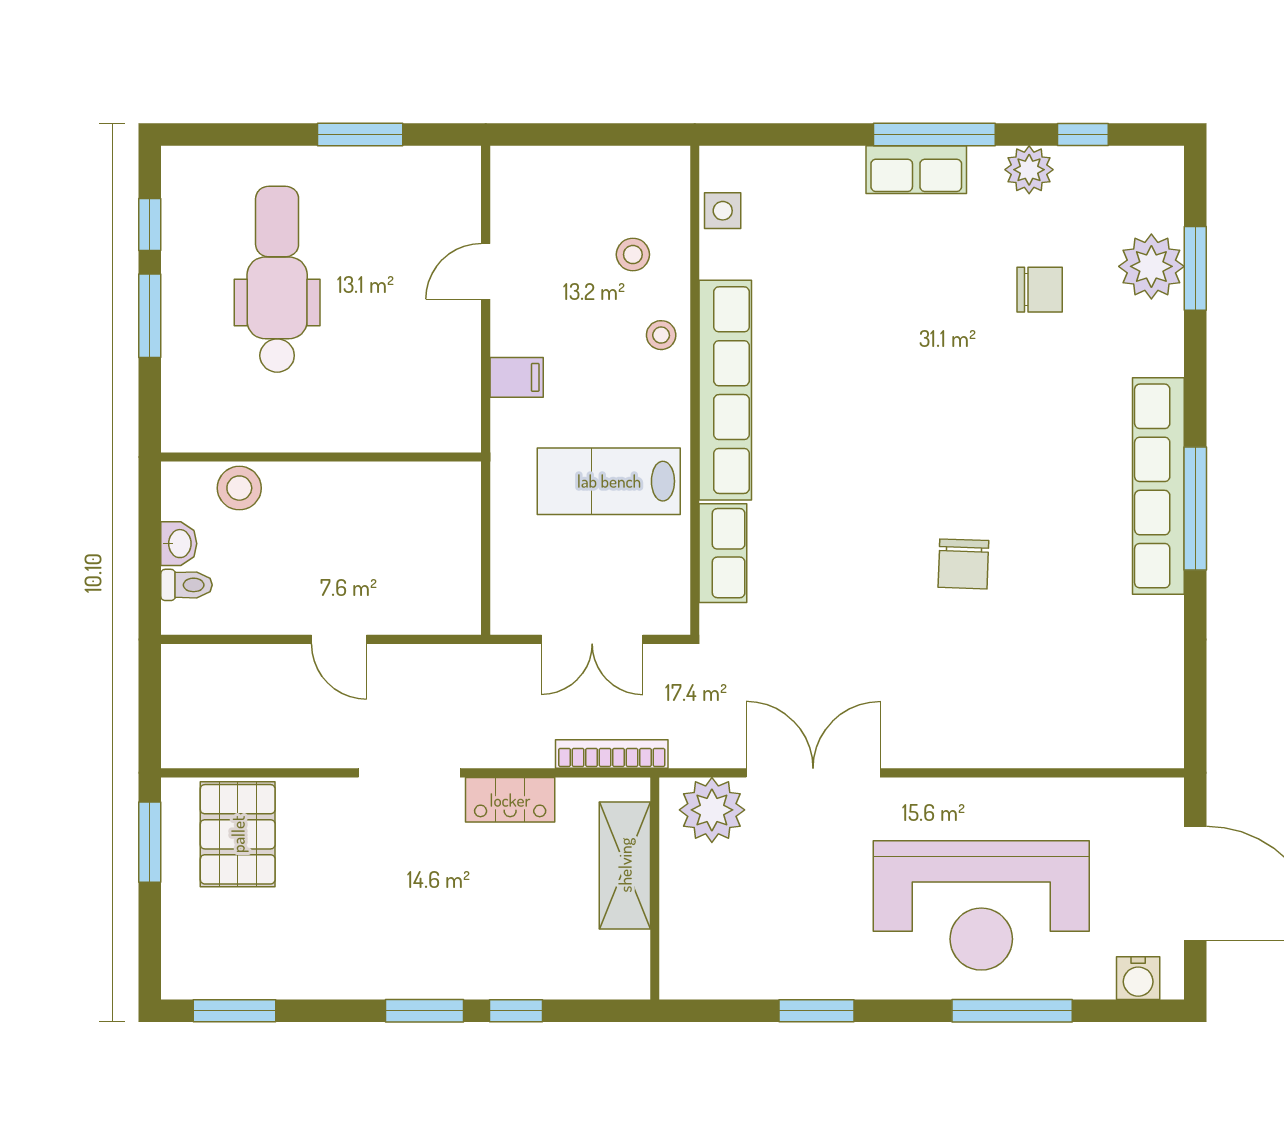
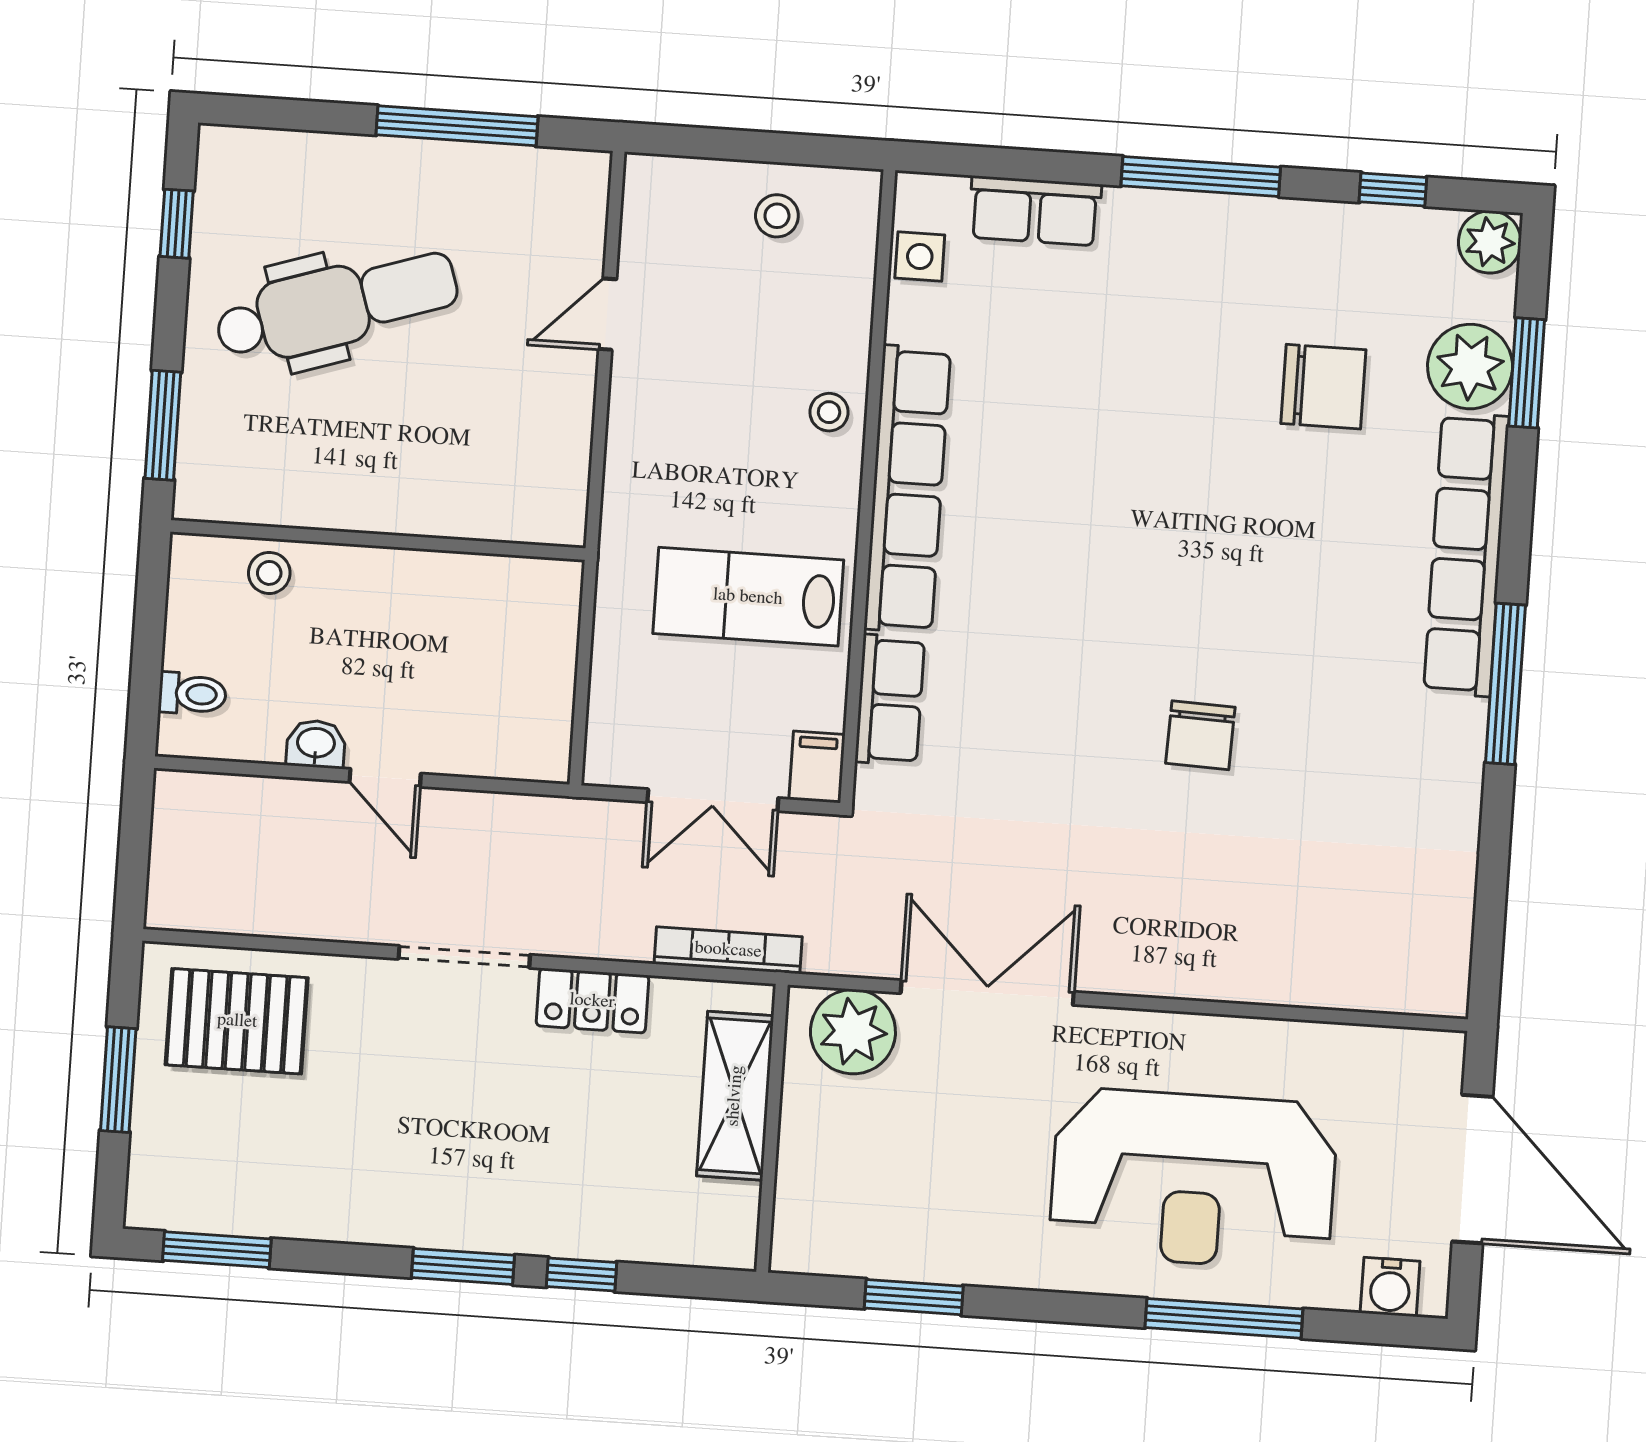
window: (360, 135) -> (457, 126), width x1.44
row of seats: (916, 170) -> (1035, 211), moved
plant: (1029, 170) -> (1490, 242), moved
stool: (633, 255) -> (777, 216), moved
dental chair: (277, 279) -> (337, 306), turned 72
chair: (1040, 290) -> (1323, 387), width x1.37, depth x1.37
window: (150, 316) -> (163, 425), moved
filing cabinet: (517, 377) -> (817, 767), moved, turned -90
row of seats: (1158, 486) -> (1466, 555), moved
stool: (239, 488) -> (269, 573), width x0.73, depth x0.73
washbasin: (179, 544) -> (316, 744), moved, turned -90
pallet: (238, 834) -> (237, 1021), turned 90
window: (150, 842) -> (118, 1080), moved
window: (817, 1011) -> (914, 1297), moved

